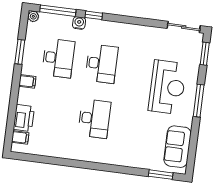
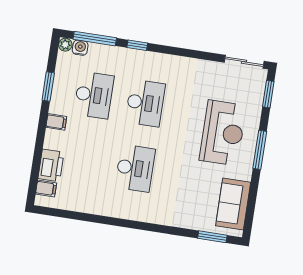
water cooler: (79, 23) -> (80, 48), moved

